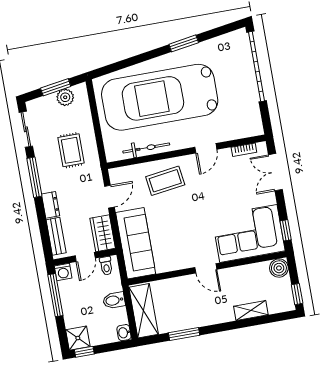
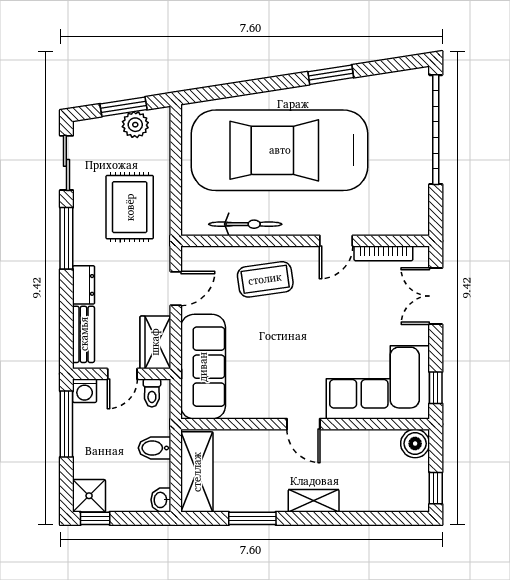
rug: (71, 150) -> (130, 207), width x1.36, depth x1.43
bookcase: (244, 150) -> (383, 253), width x1.56
shelving: (251, 311) -> (314, 501), moved

